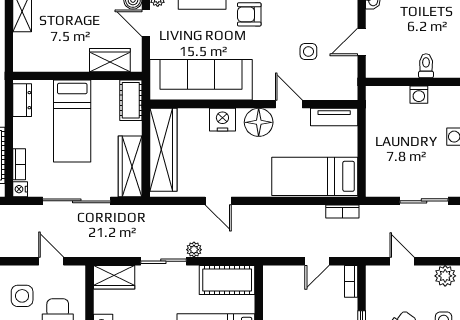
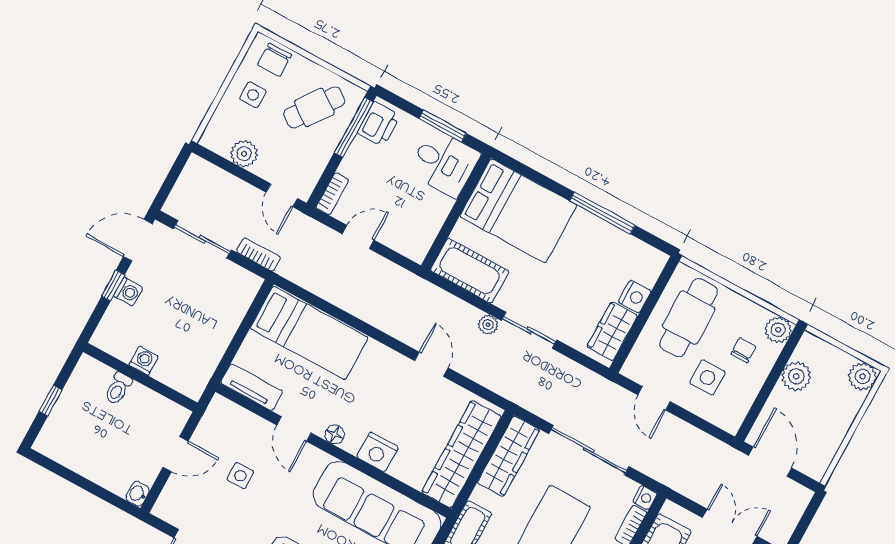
floor lamp: (259, 122) -> (335, 435), width x0.53, depth x0.53
bookcase: (342, 211) -> (259, 255), moved
door: (402, 261) -> (282, 195), moved
plant: (445, 276) -> (244, 154), moved
wardrobe: (114, 277) -> (612, 331), moved, turned -90

